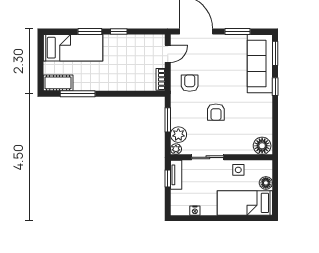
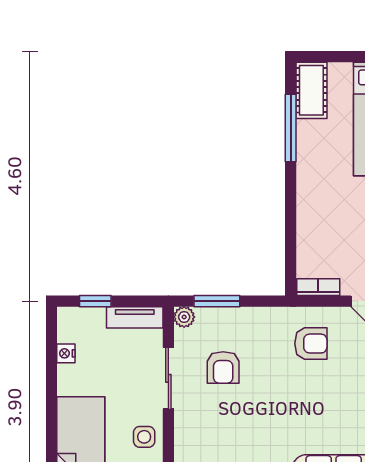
armchair: (216, 112) -> (223, 367), moved, turned -90
window: (168, 120) -> (217, 301), moved
plant: (178, 135) -> (212, 322), removed
window: (168, 179) -> (95, 301), moved

